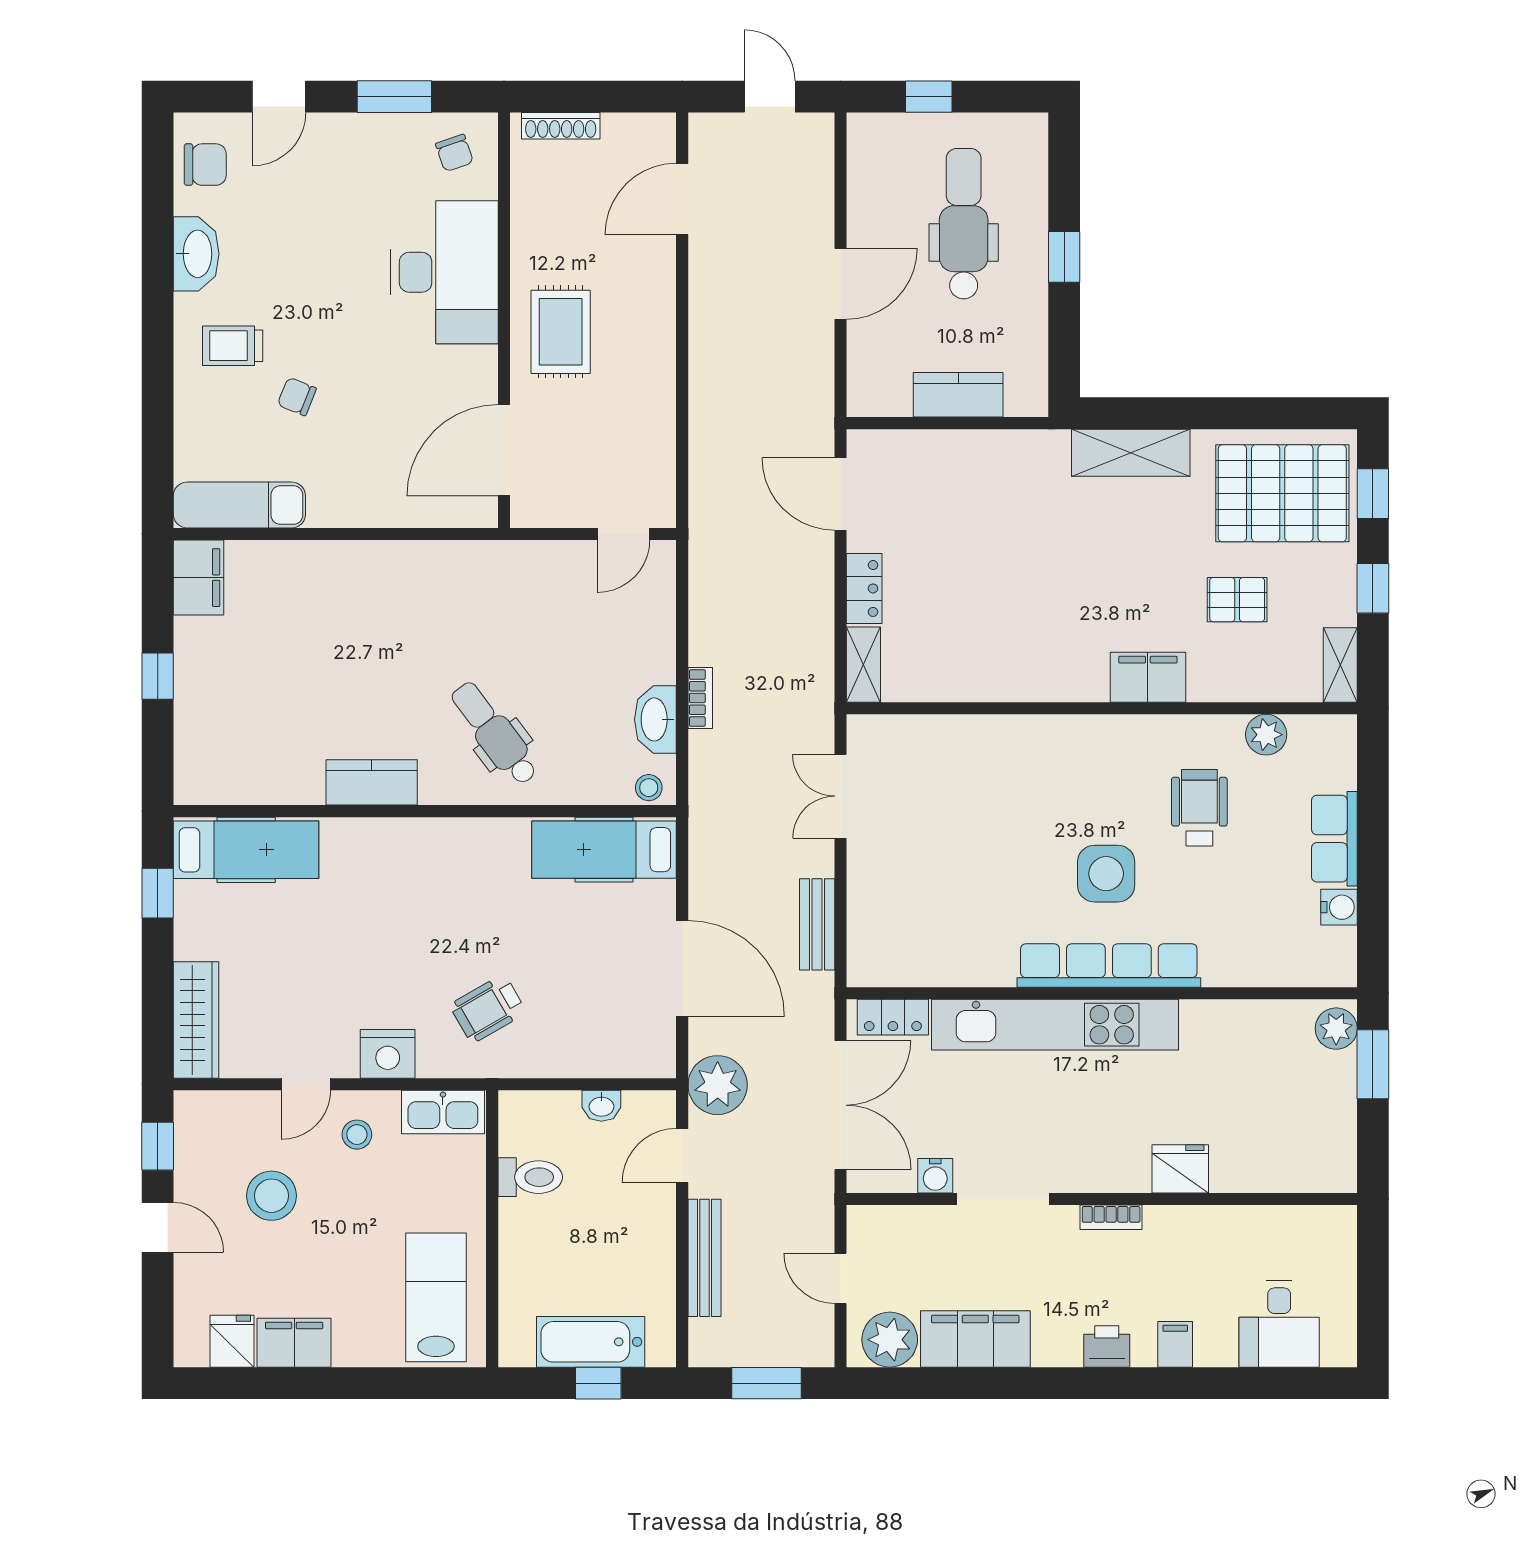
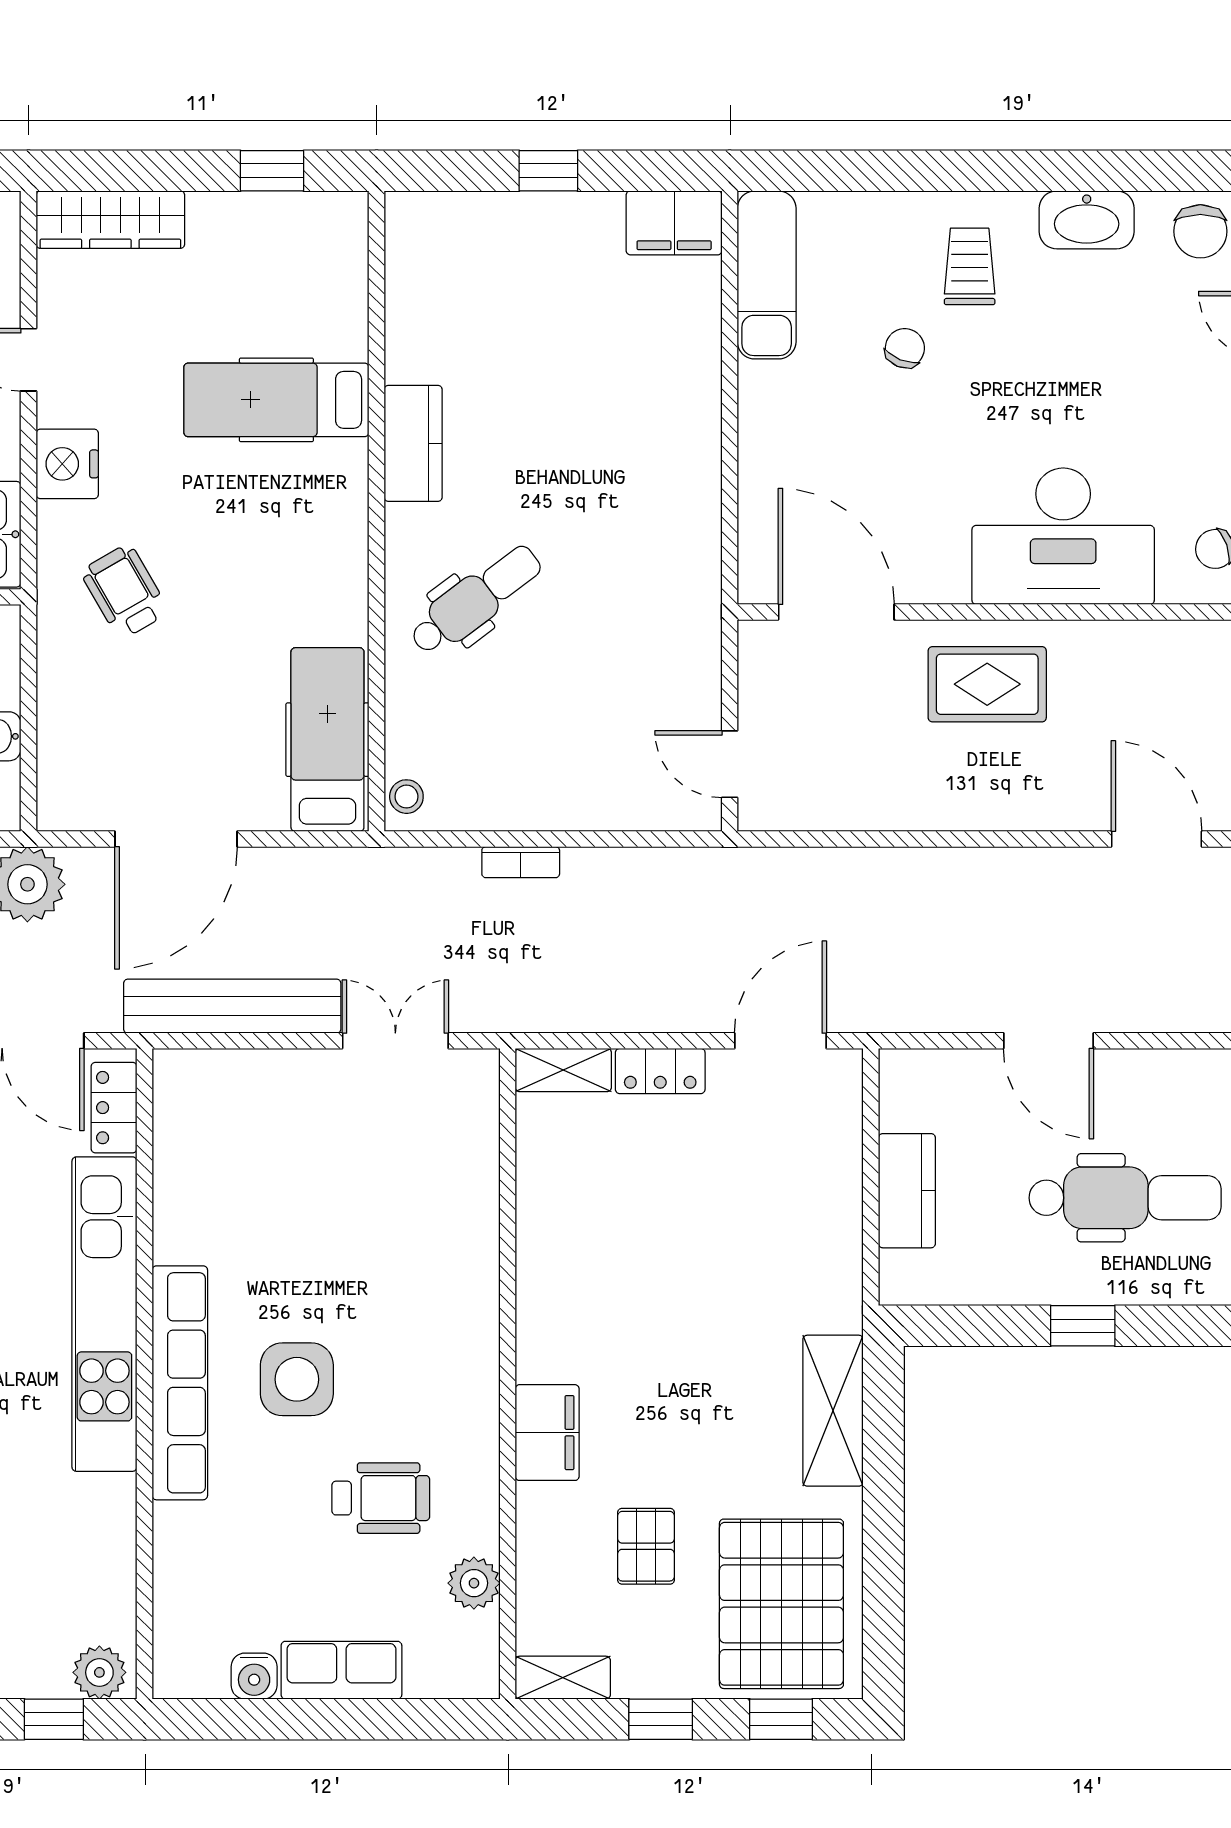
washbasin: (655, 719) -> (493, 805), removed
hospital bed: (246, 850) -> (276, 400), moved, turned 90
bench: (817, 924) -> (232, 1006), width x1.86, depth x1.21
window: (1373, 1064) -> (54, 1719), width x0.67

